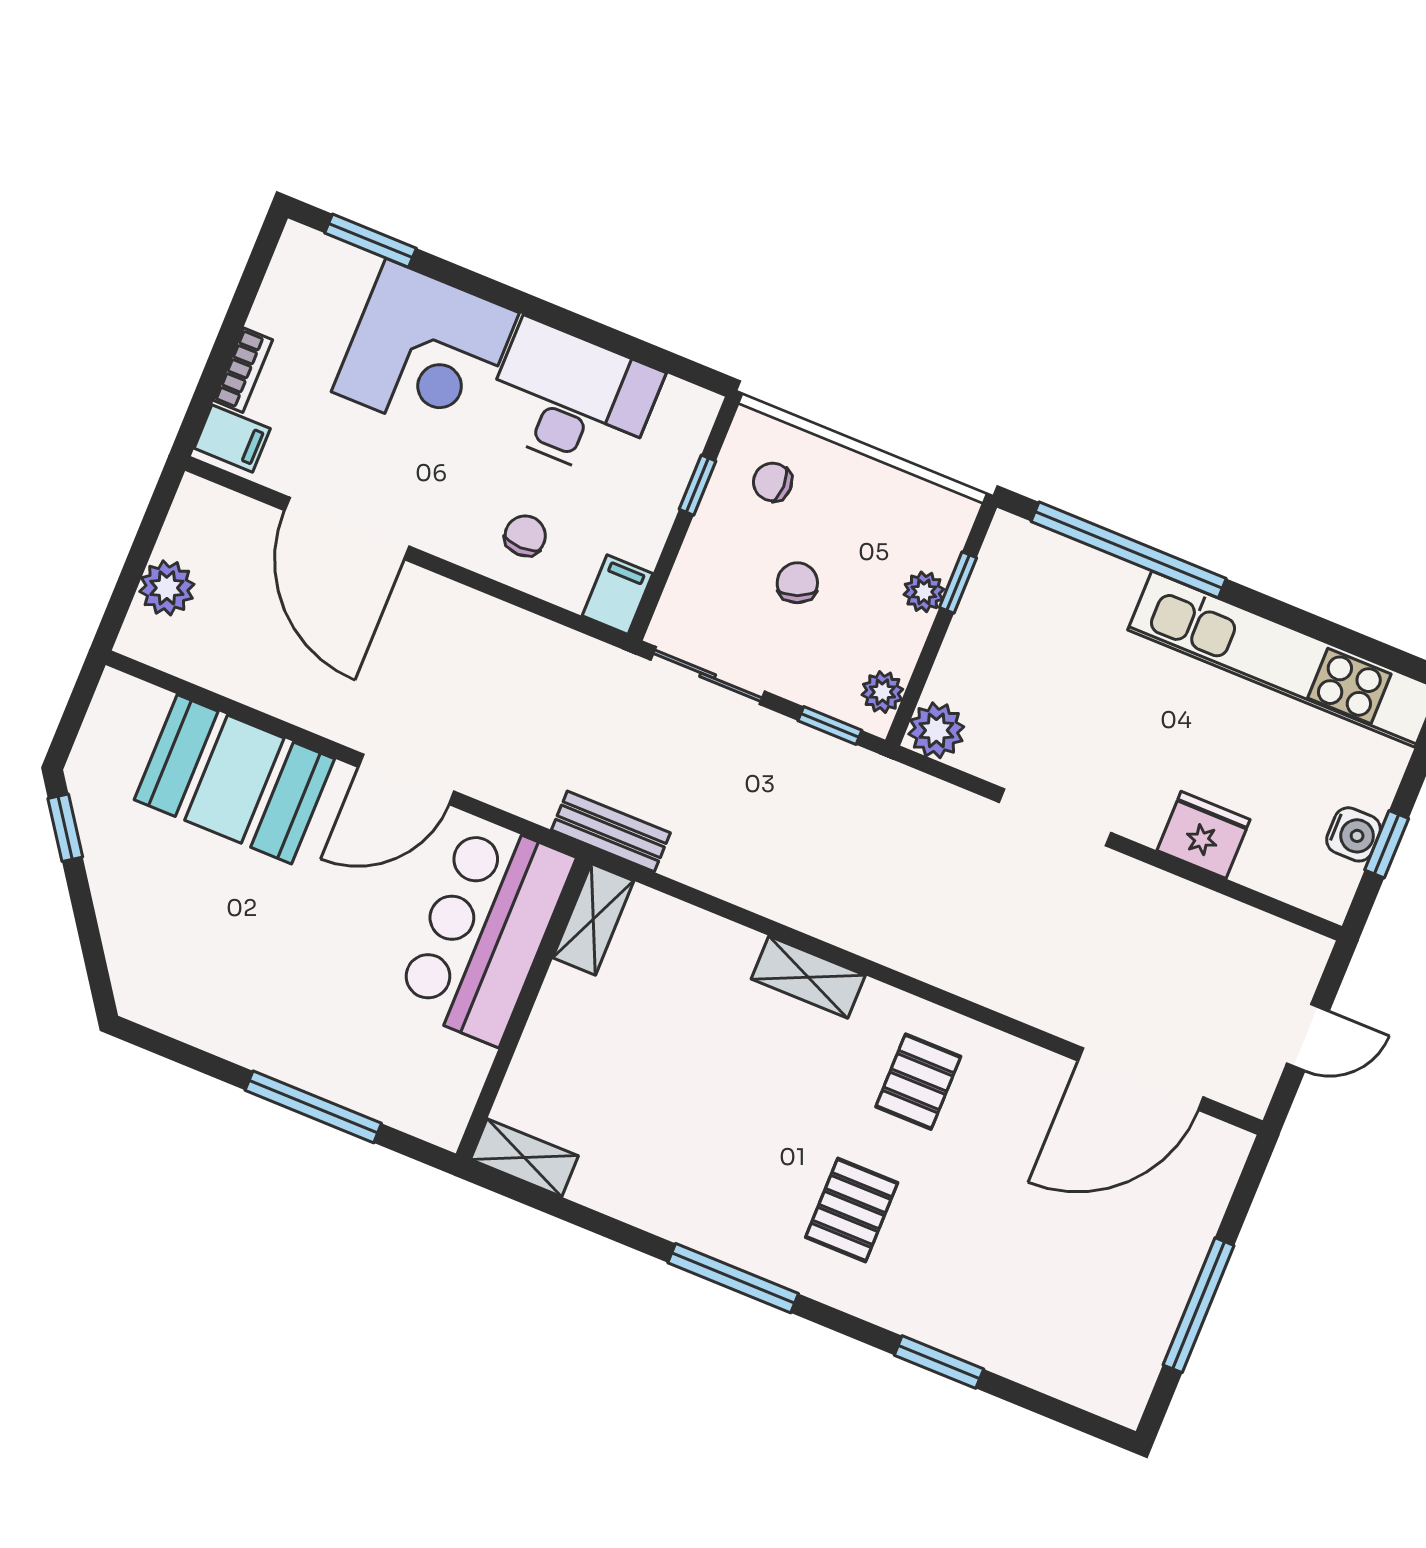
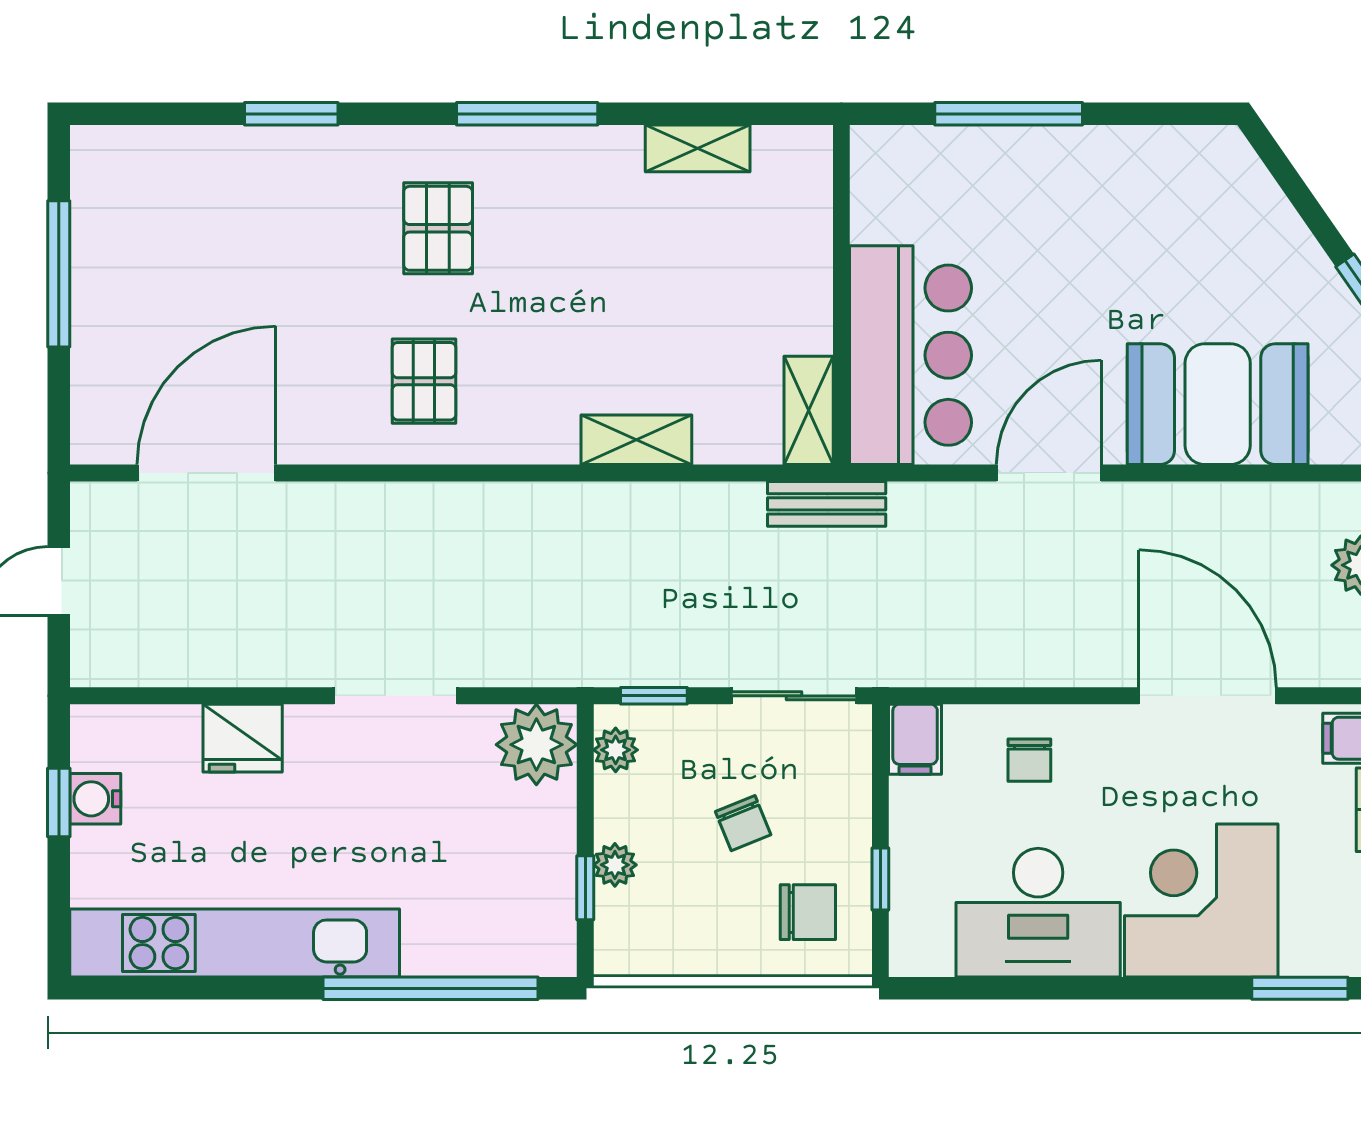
chair: (773, 482) -> (808, 912), width x1.37, depth x1.37
plant: (936, 730) -> (536, 745), width x1.36, depth x1.36
shelving: (808, 977) -> (636, 440), moved
shelving: (524, 1158) -> (698, 148), moved

